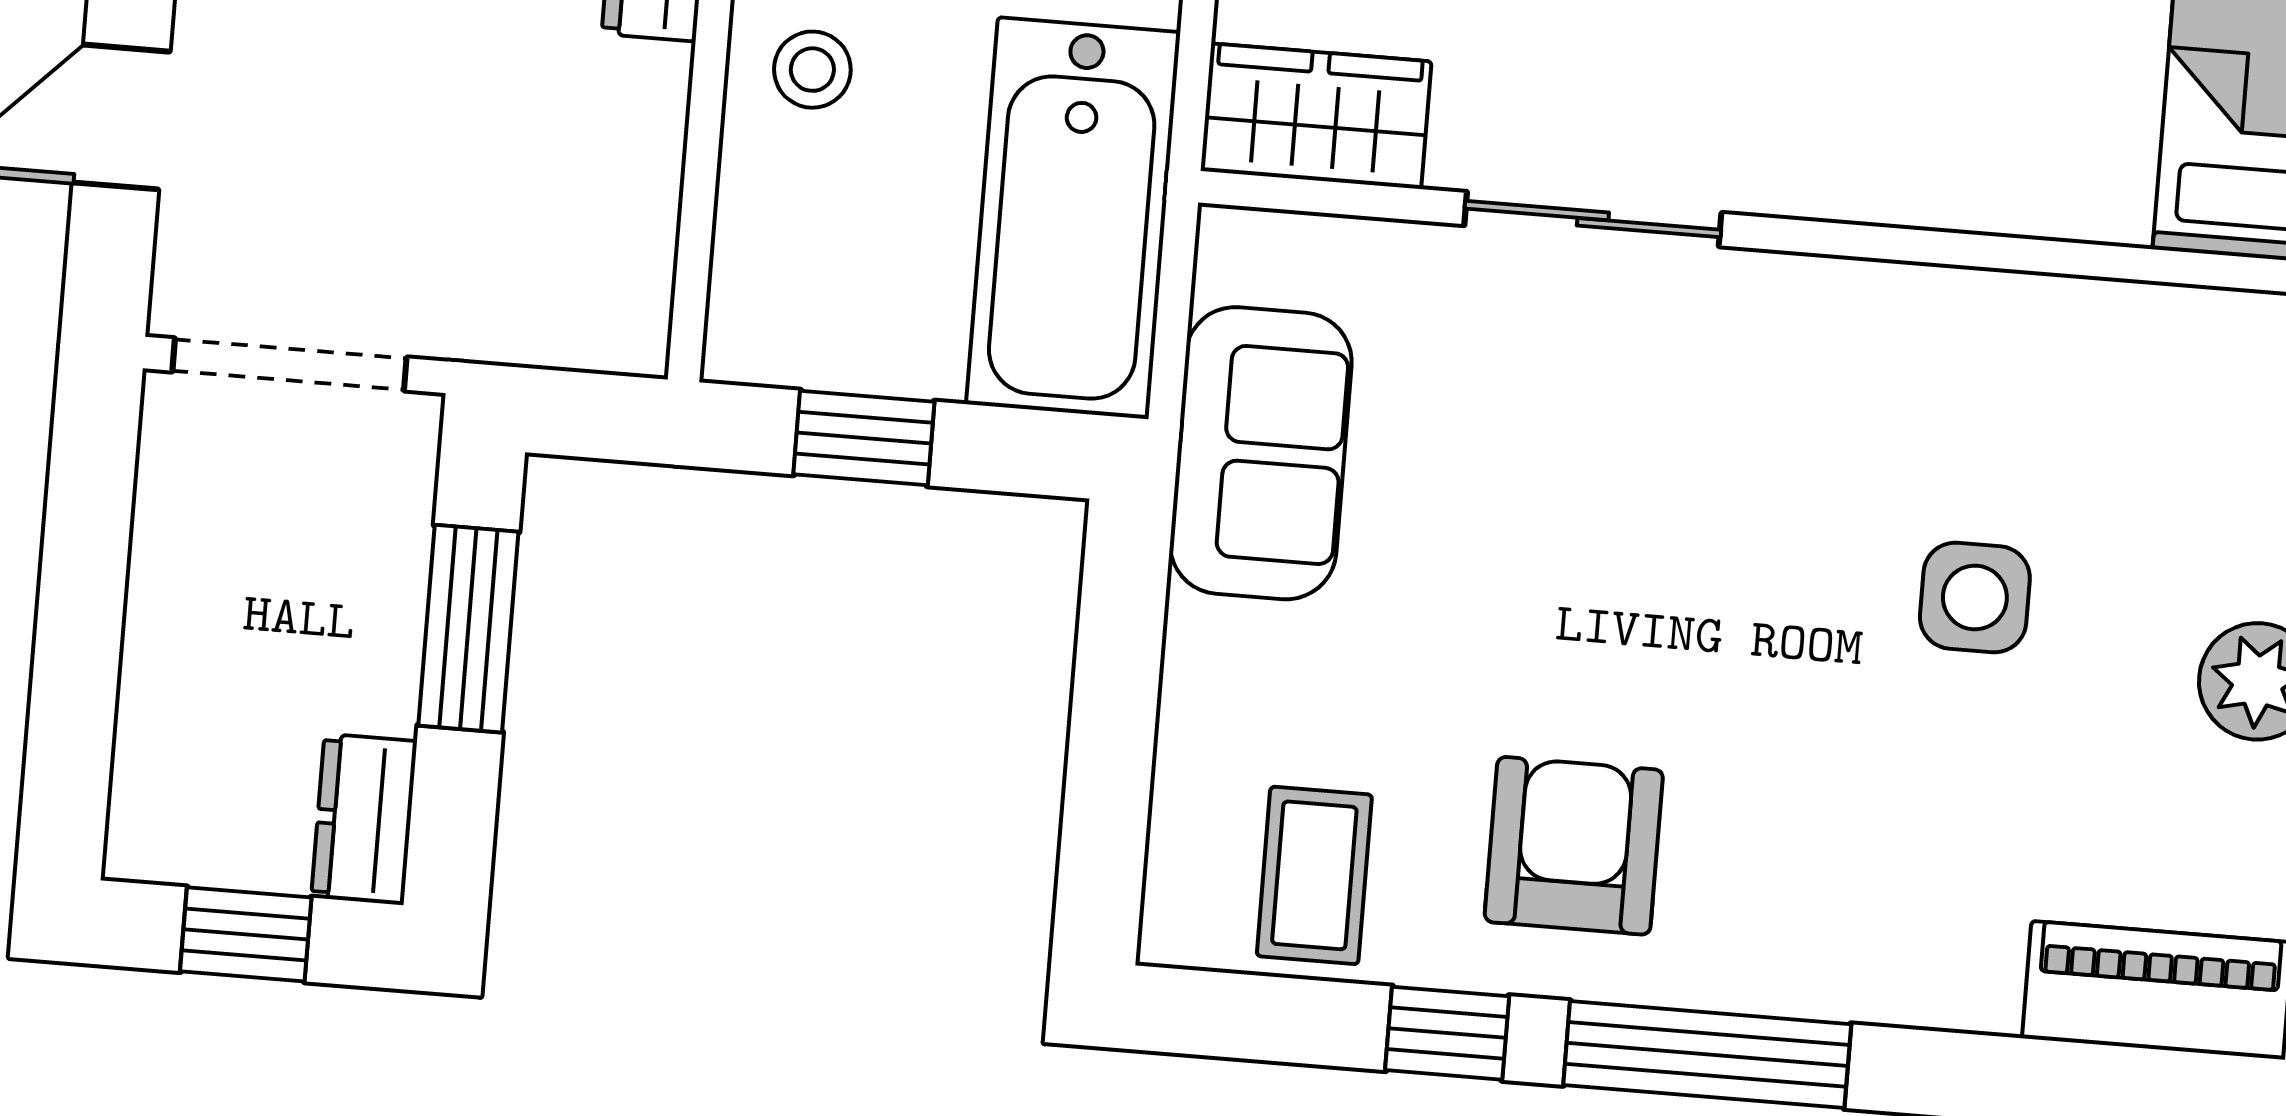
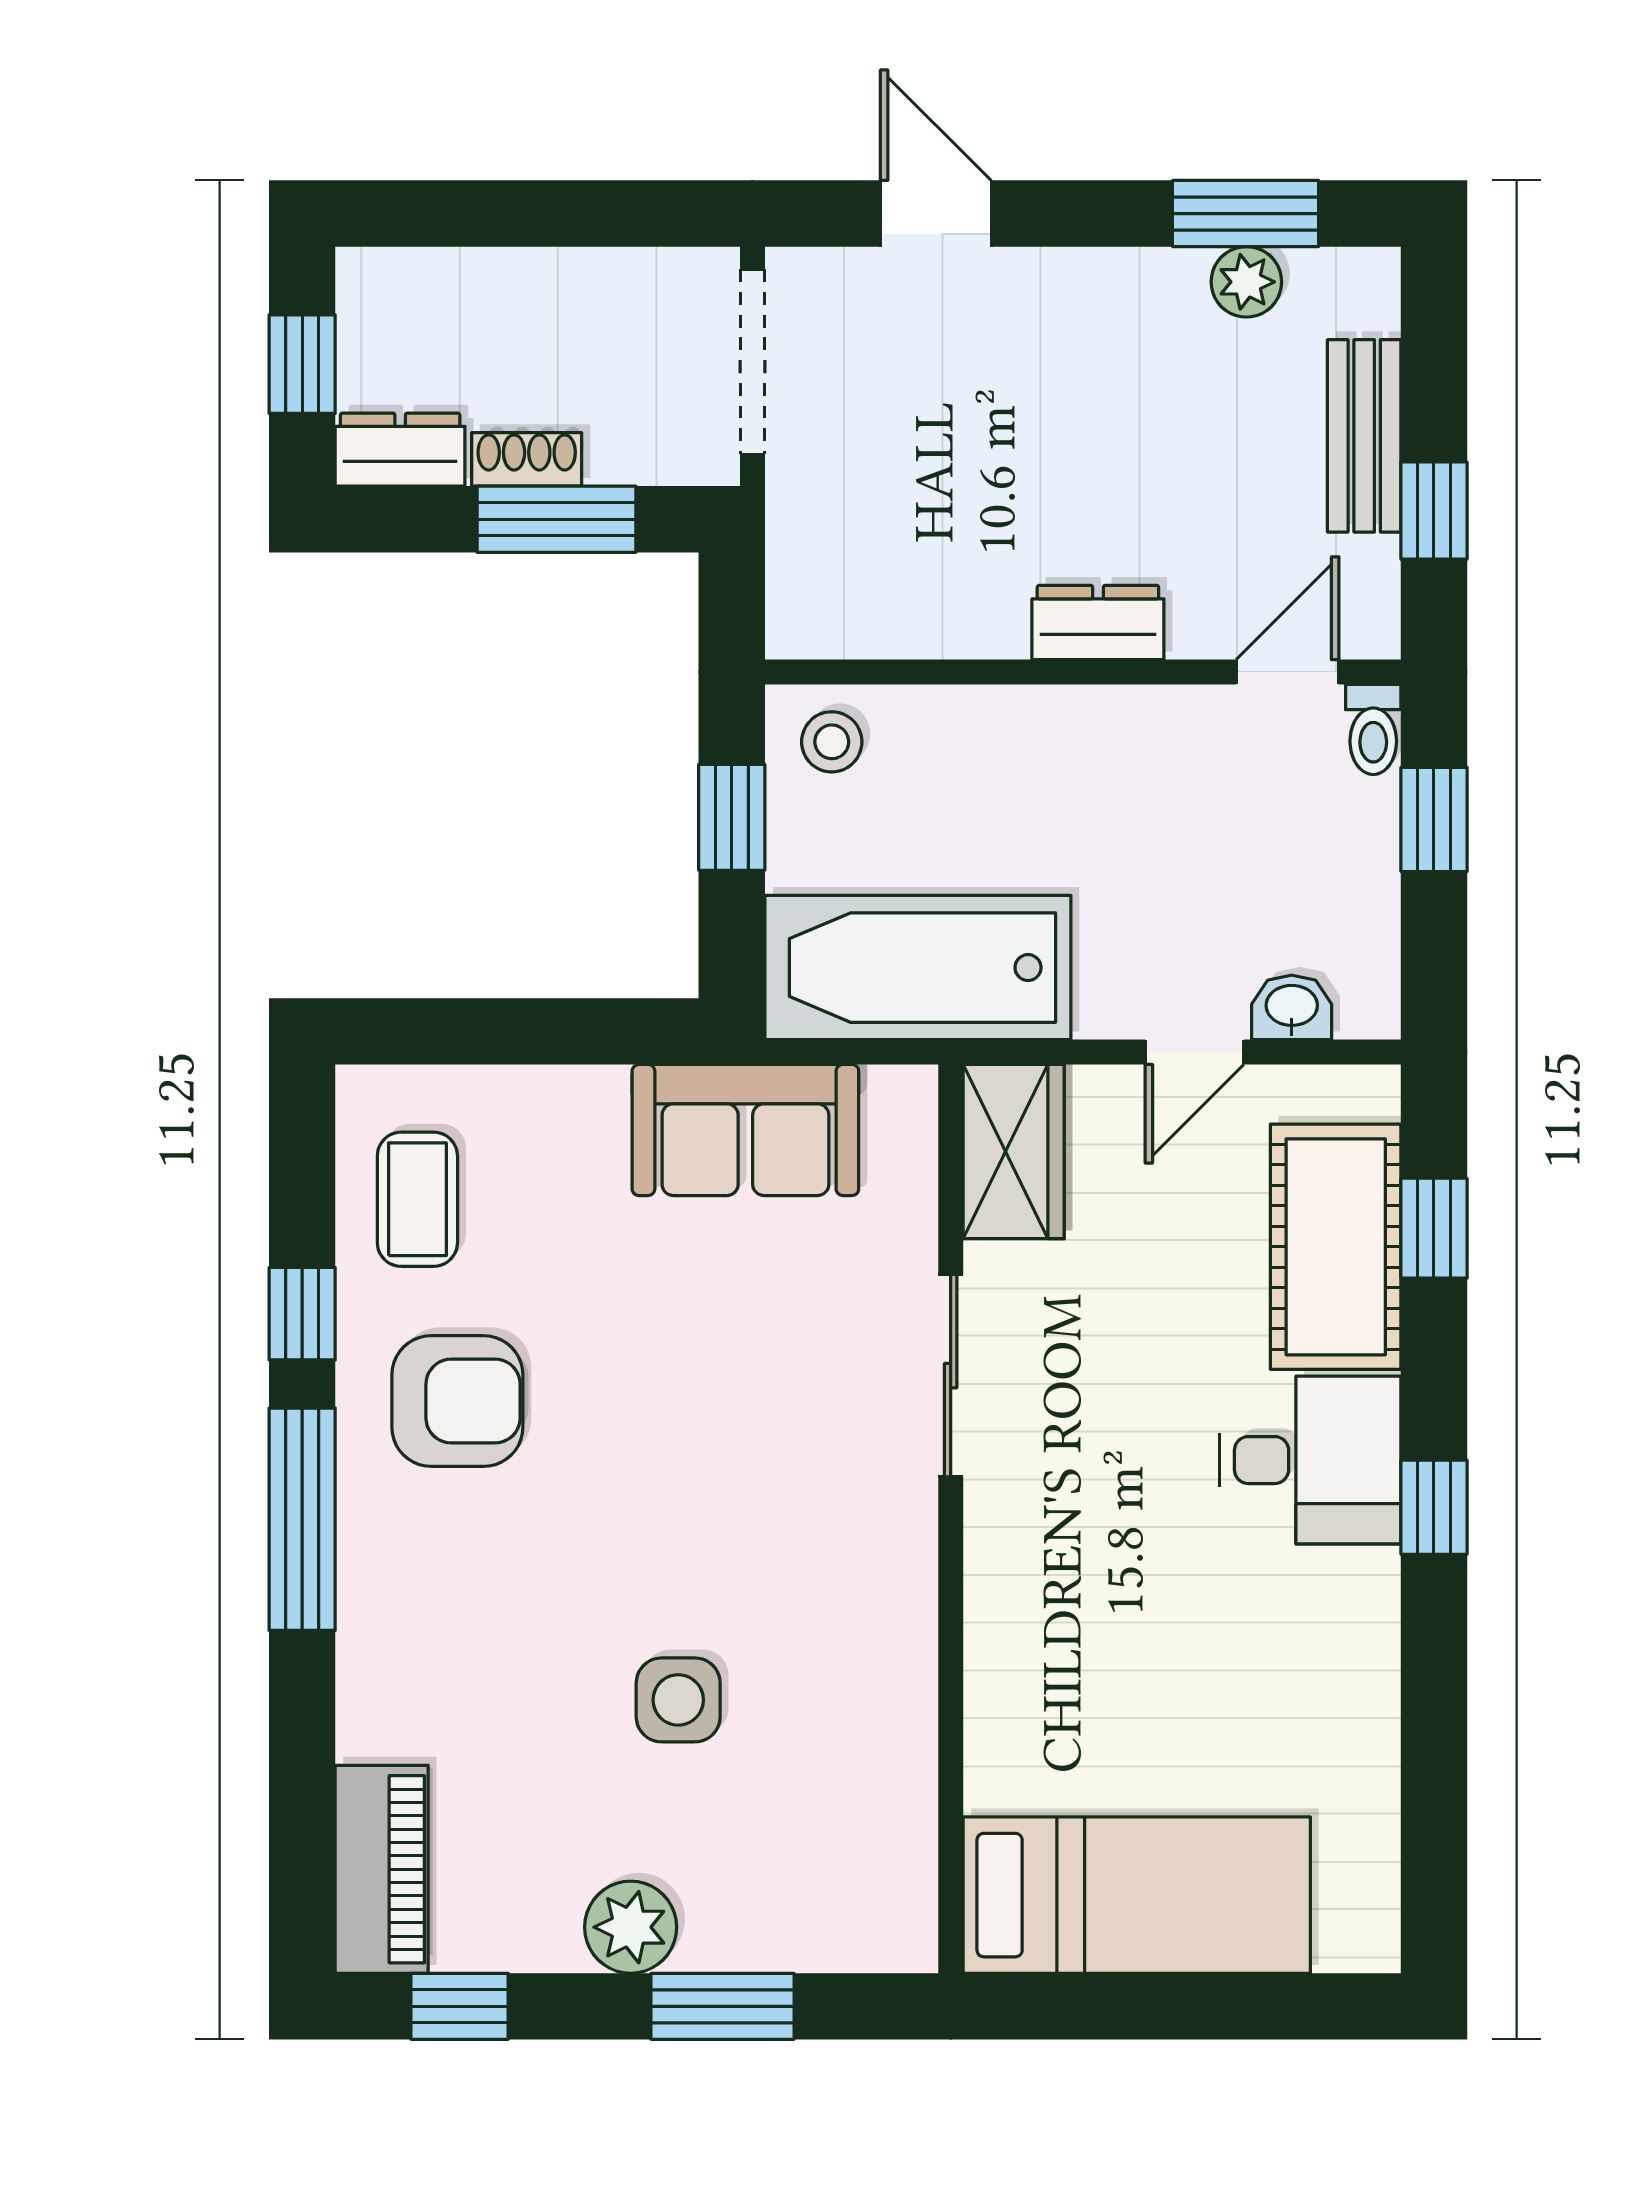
stool: (812, 70) -> (832, 742), moved
shoe rack: (390, 660) -> (527, 459), added
coffee table: (1314, 875) -> (417, 1199), turned 90

